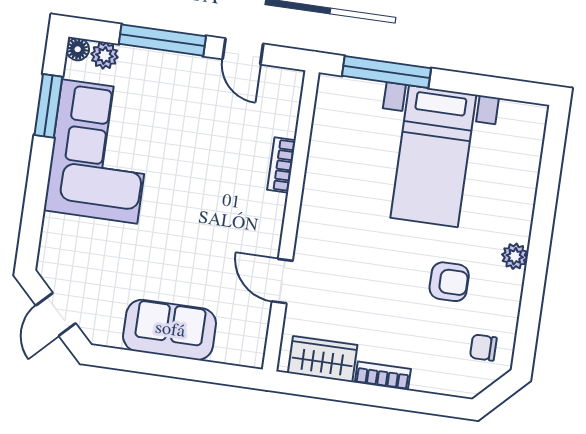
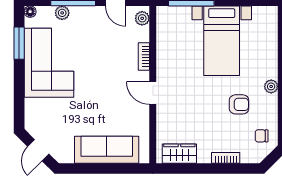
plant: (105, 55) -> (62, 13), moved
plant: (289, 92) -> (142, 18), added
door: (282, 281) -> (153, 93), moved
sofa: (170, 330) -> (107, 150), width x1.36
bookcase: (383, 376) -> (226, 158), moved

